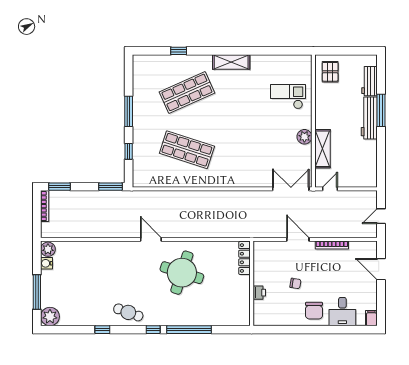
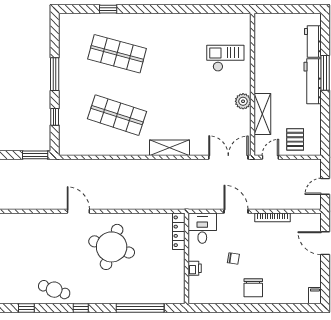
shelving: (231, 62) -> (169, 148), moved
pallet: (330, 72) -> (295, 139), moved
shop shelf: (187, 92) -> (117, 54), turned 39
desk: (342, 312) -> (202, 228), moved, turned 180
window: (189, 330) -> (140, 308), moved

